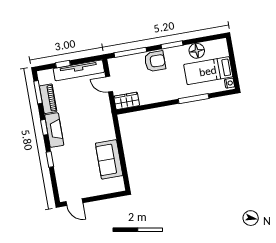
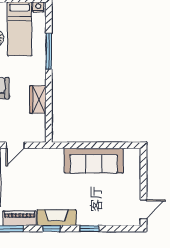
wardrobe: (127, 101) -> (38, 99), moved
sofa: (109, 159) -> (94, 161), width x1.36

